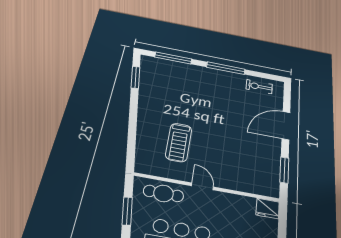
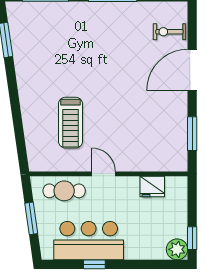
exercise bike: (259, 87) -> (169, 32), moved
fridge: (268, 208) -> (152, 186), moved

